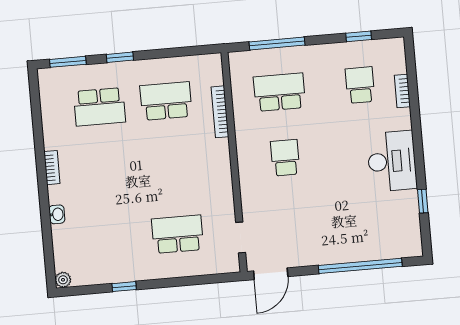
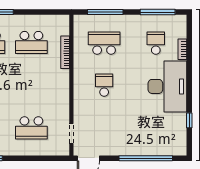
window: (359, 36) -> (158, 12), width x2.17
school desk: (166, 101) -> (31, 42), turned 180
desk: (392, 161) -> (167, 86), width x1.36, depth x1.30
school desk: (178, 234) -> (31, 128), turned 180

